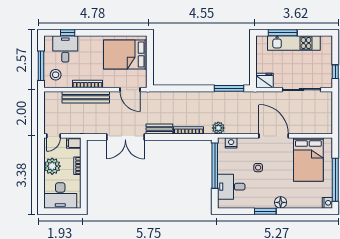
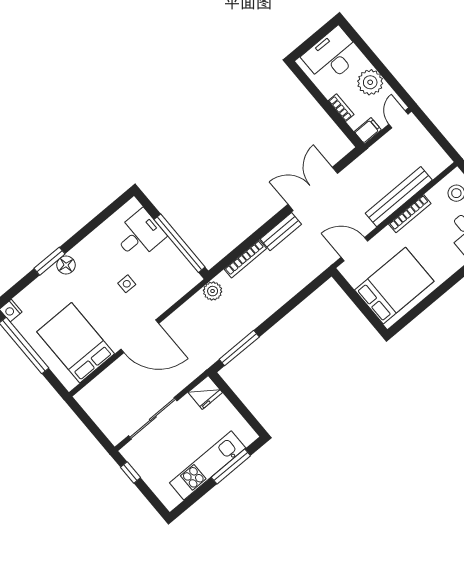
nightstand: (231, 143) -> (183, 286), removed
window: (265, 211) -> (49, 261), moved

